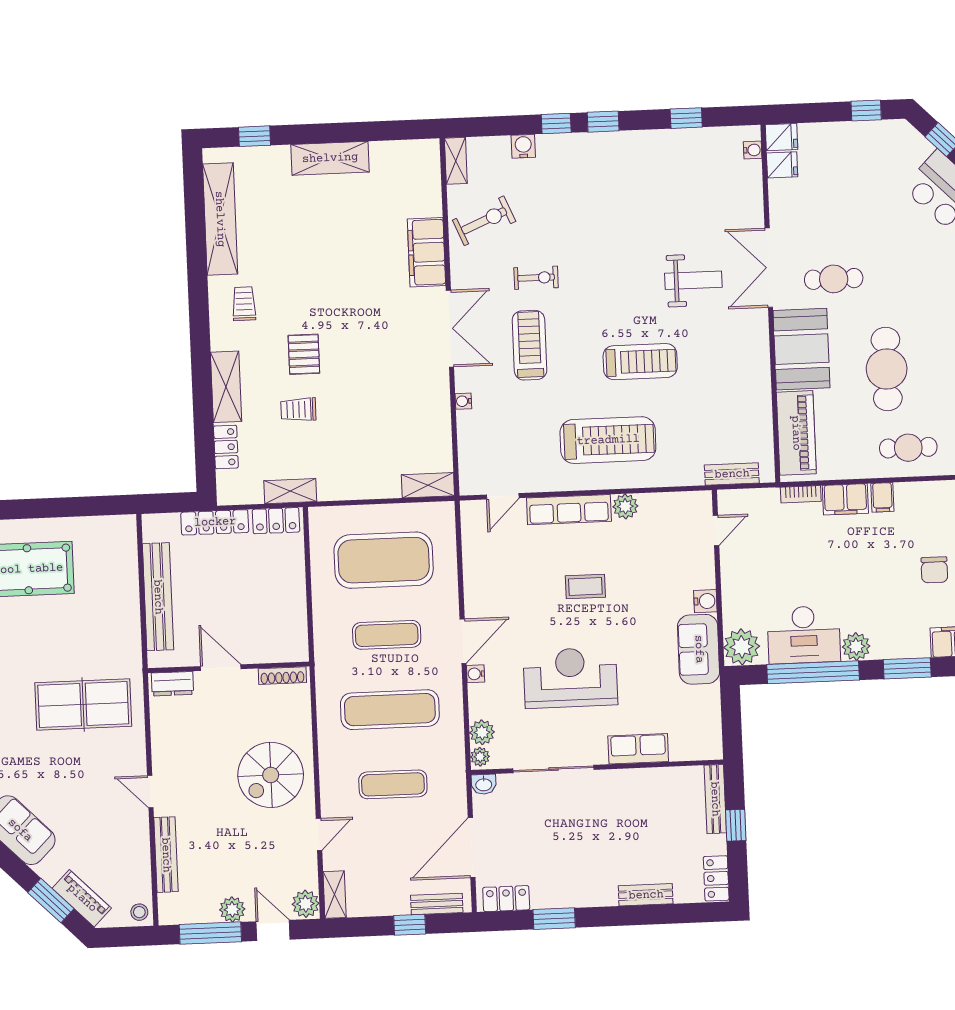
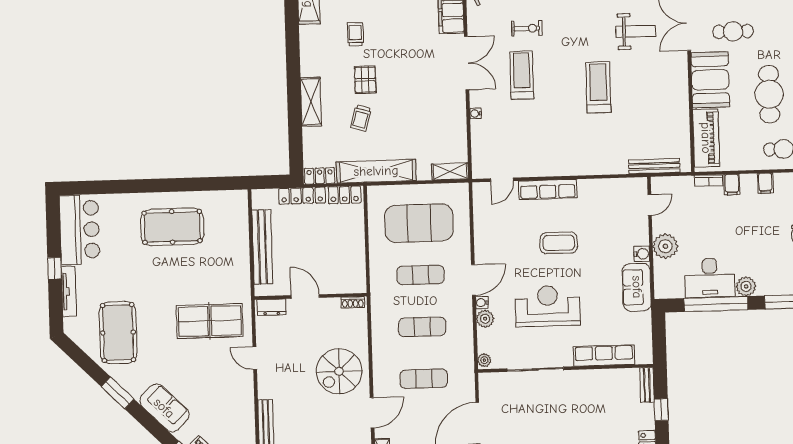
trolley: (244, 304) -> (355, 34), moved
treadmill: (640, 362) -> (598, 87), turned -90
trolley: (298, 410) -> (361, 118), turned -74
treadmill: (608, 440) -> (575, 142), removed
locker: (226, 447) -> (320, 176), moved, turned -90
bench: (732, 474) -> (654, 166), width x1.36
shelving: (290, 491) -> (376, 171), width x2.20, depth x1.33
filing cabinet: (845, 499) -> (732, 185), width x0.50
plant: (625, 506) -> (587, 188), removed
coffee table: (585, 586) -> (559, 243), width x1.36, depth x1.30
plant: (742, 647) -> (665, 246), moved
shoe rack: (282, 676) -> (353, 302), width x0.70
exercise mat: (390, 710) -> (422, 327), width x0.73, depth x0.69
plant: (482, 732) -> (485, 319), moved
row of seats: (638, 749) -> (604, 355), width x1.48
washbasin: (484, 784) -> (487, 379), removed
door: (150, 792) -> (255, 358), moved
bench: (715, 799) -> (647, 385), width x0.73
door: (319, 834) -> (372, 413), width x1.38

